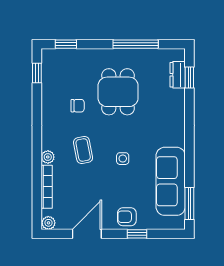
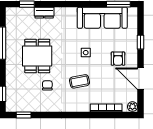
dresser: (178, 75) -> (44, 13), moved
dining table: (118, 92) -> (37, 56), turned 90
plant: (48, 157) -> (85, 107), removed
armchair: (127, 217) -> (118, 59), moved

